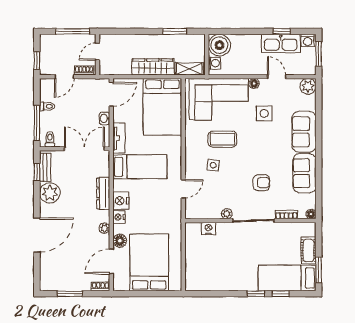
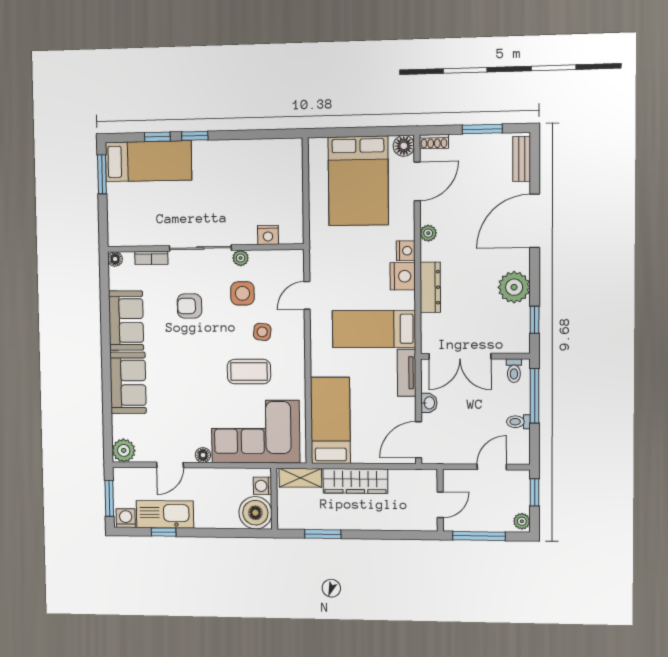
plant: (45, 41) -> (522, 521), added
shoe rack: (84, 70) -> (461, 476), removed
door: (277, 77) -> (170, 465), hinge flipped
bed: (162, 107) -> (330, 420), width x0.67
side table: (264, 113) -> (242, 293), moved
bench: (45, 167) -> (522, 159), moved
floor lamp: (120, 241) -> (404, 146), moved
cot: (309, 250) -> (118, 204), removed

